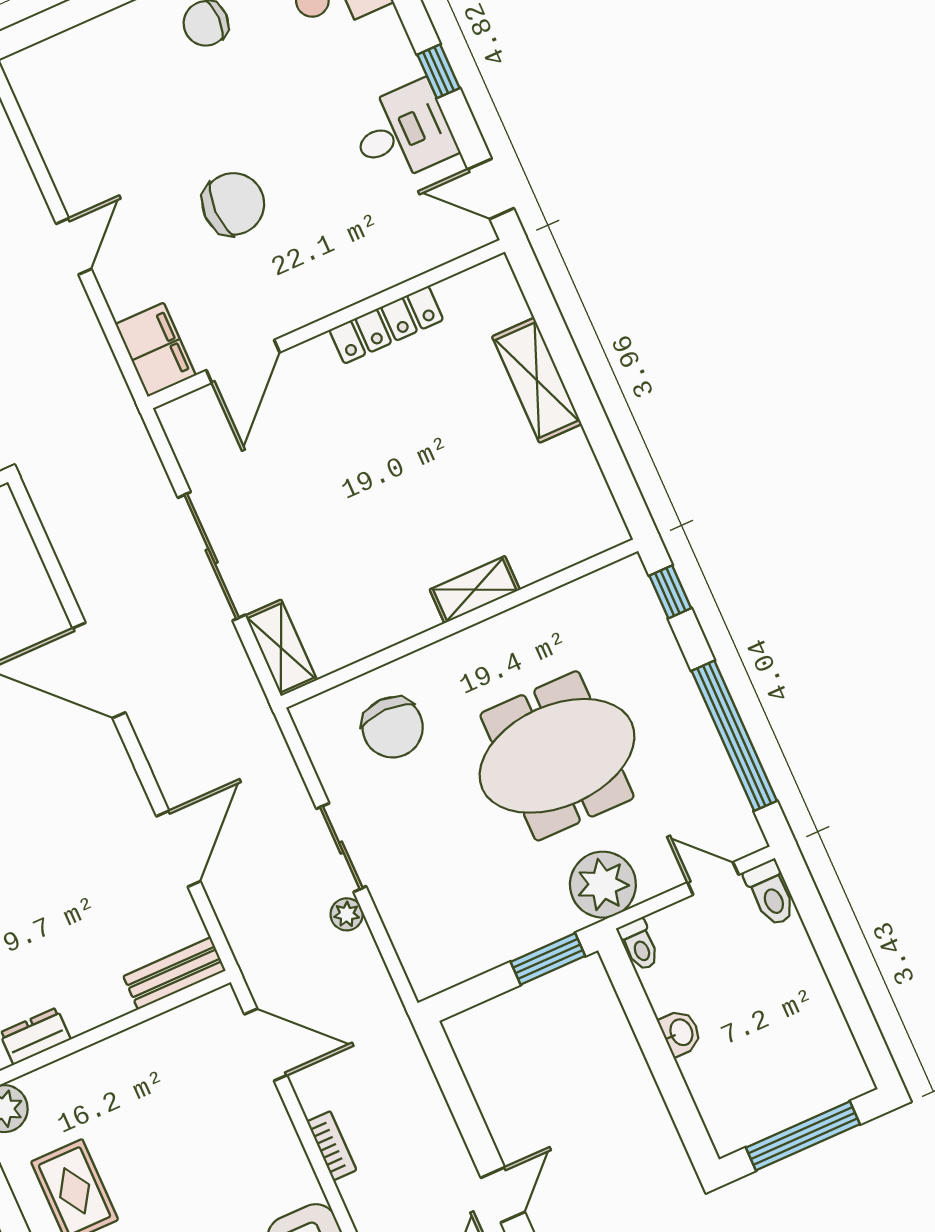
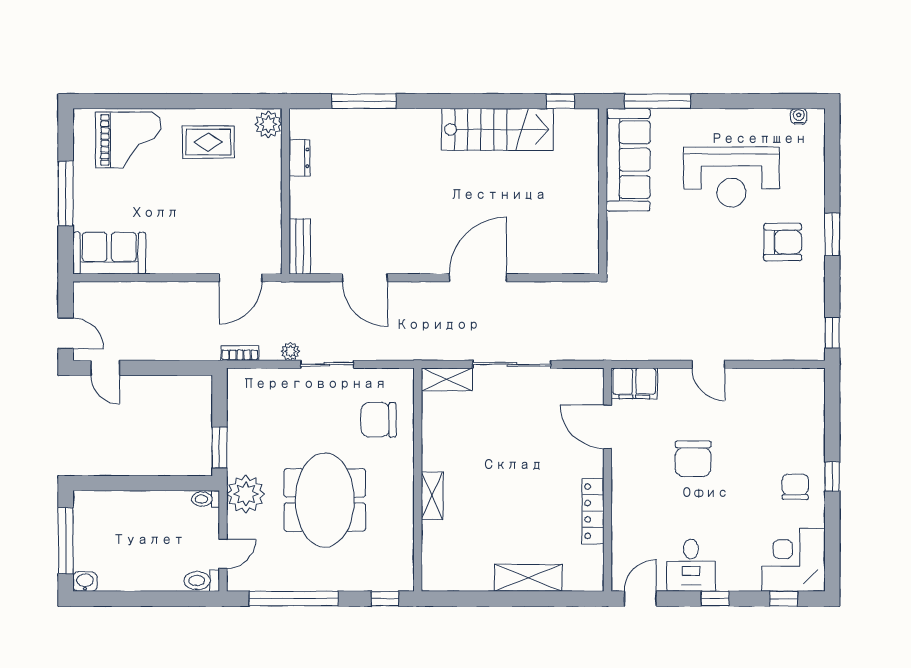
washbasin: (681, 1033) -> (85, 582), moved, turned 180
bookcase: (332, 1146) -> (240, 353), moved, turned 180

